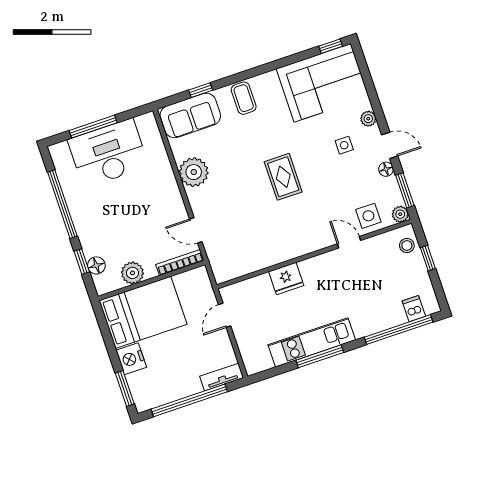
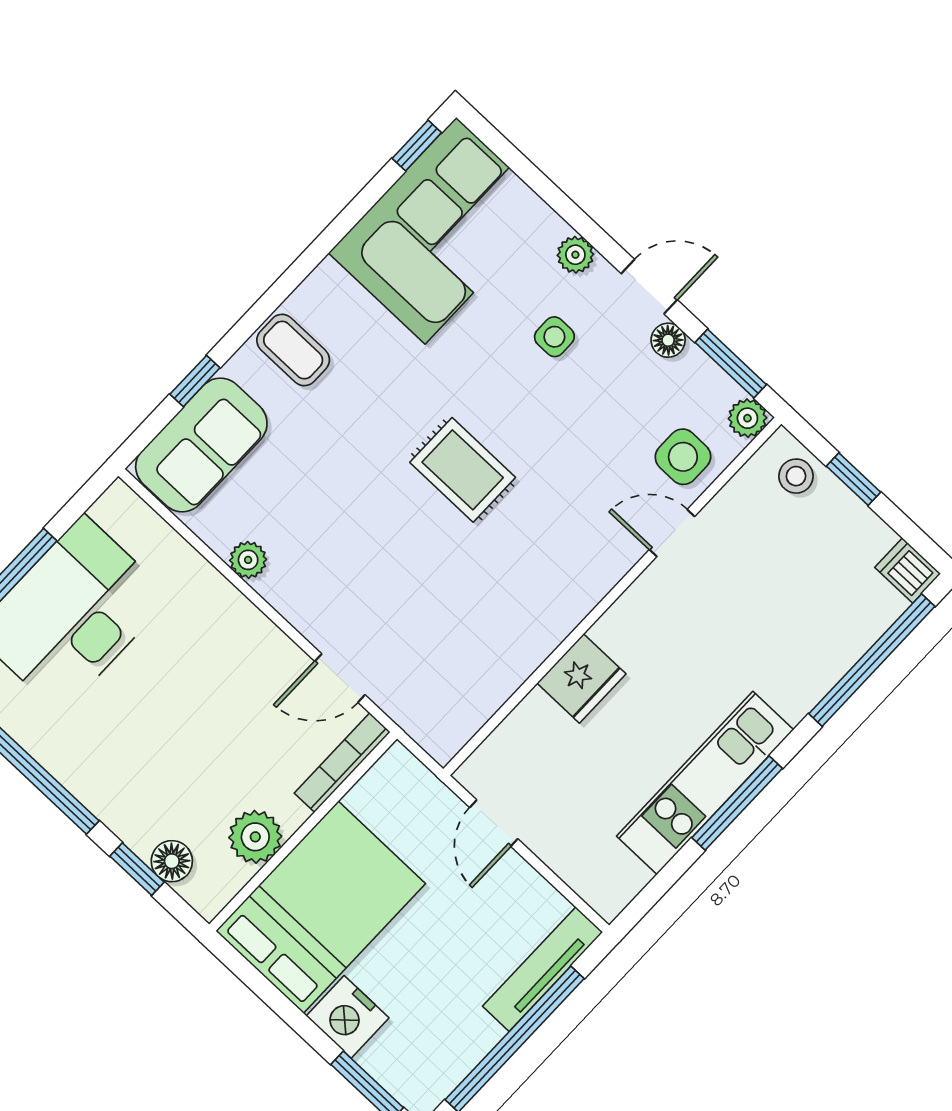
plant: (194, 172) -> (248, 560), width x0.53, depth x0.53
dishwasher: (414, 309) -> (908, 571), moved
tv unit: (222, 377) -> (543, 969), width x1.41

